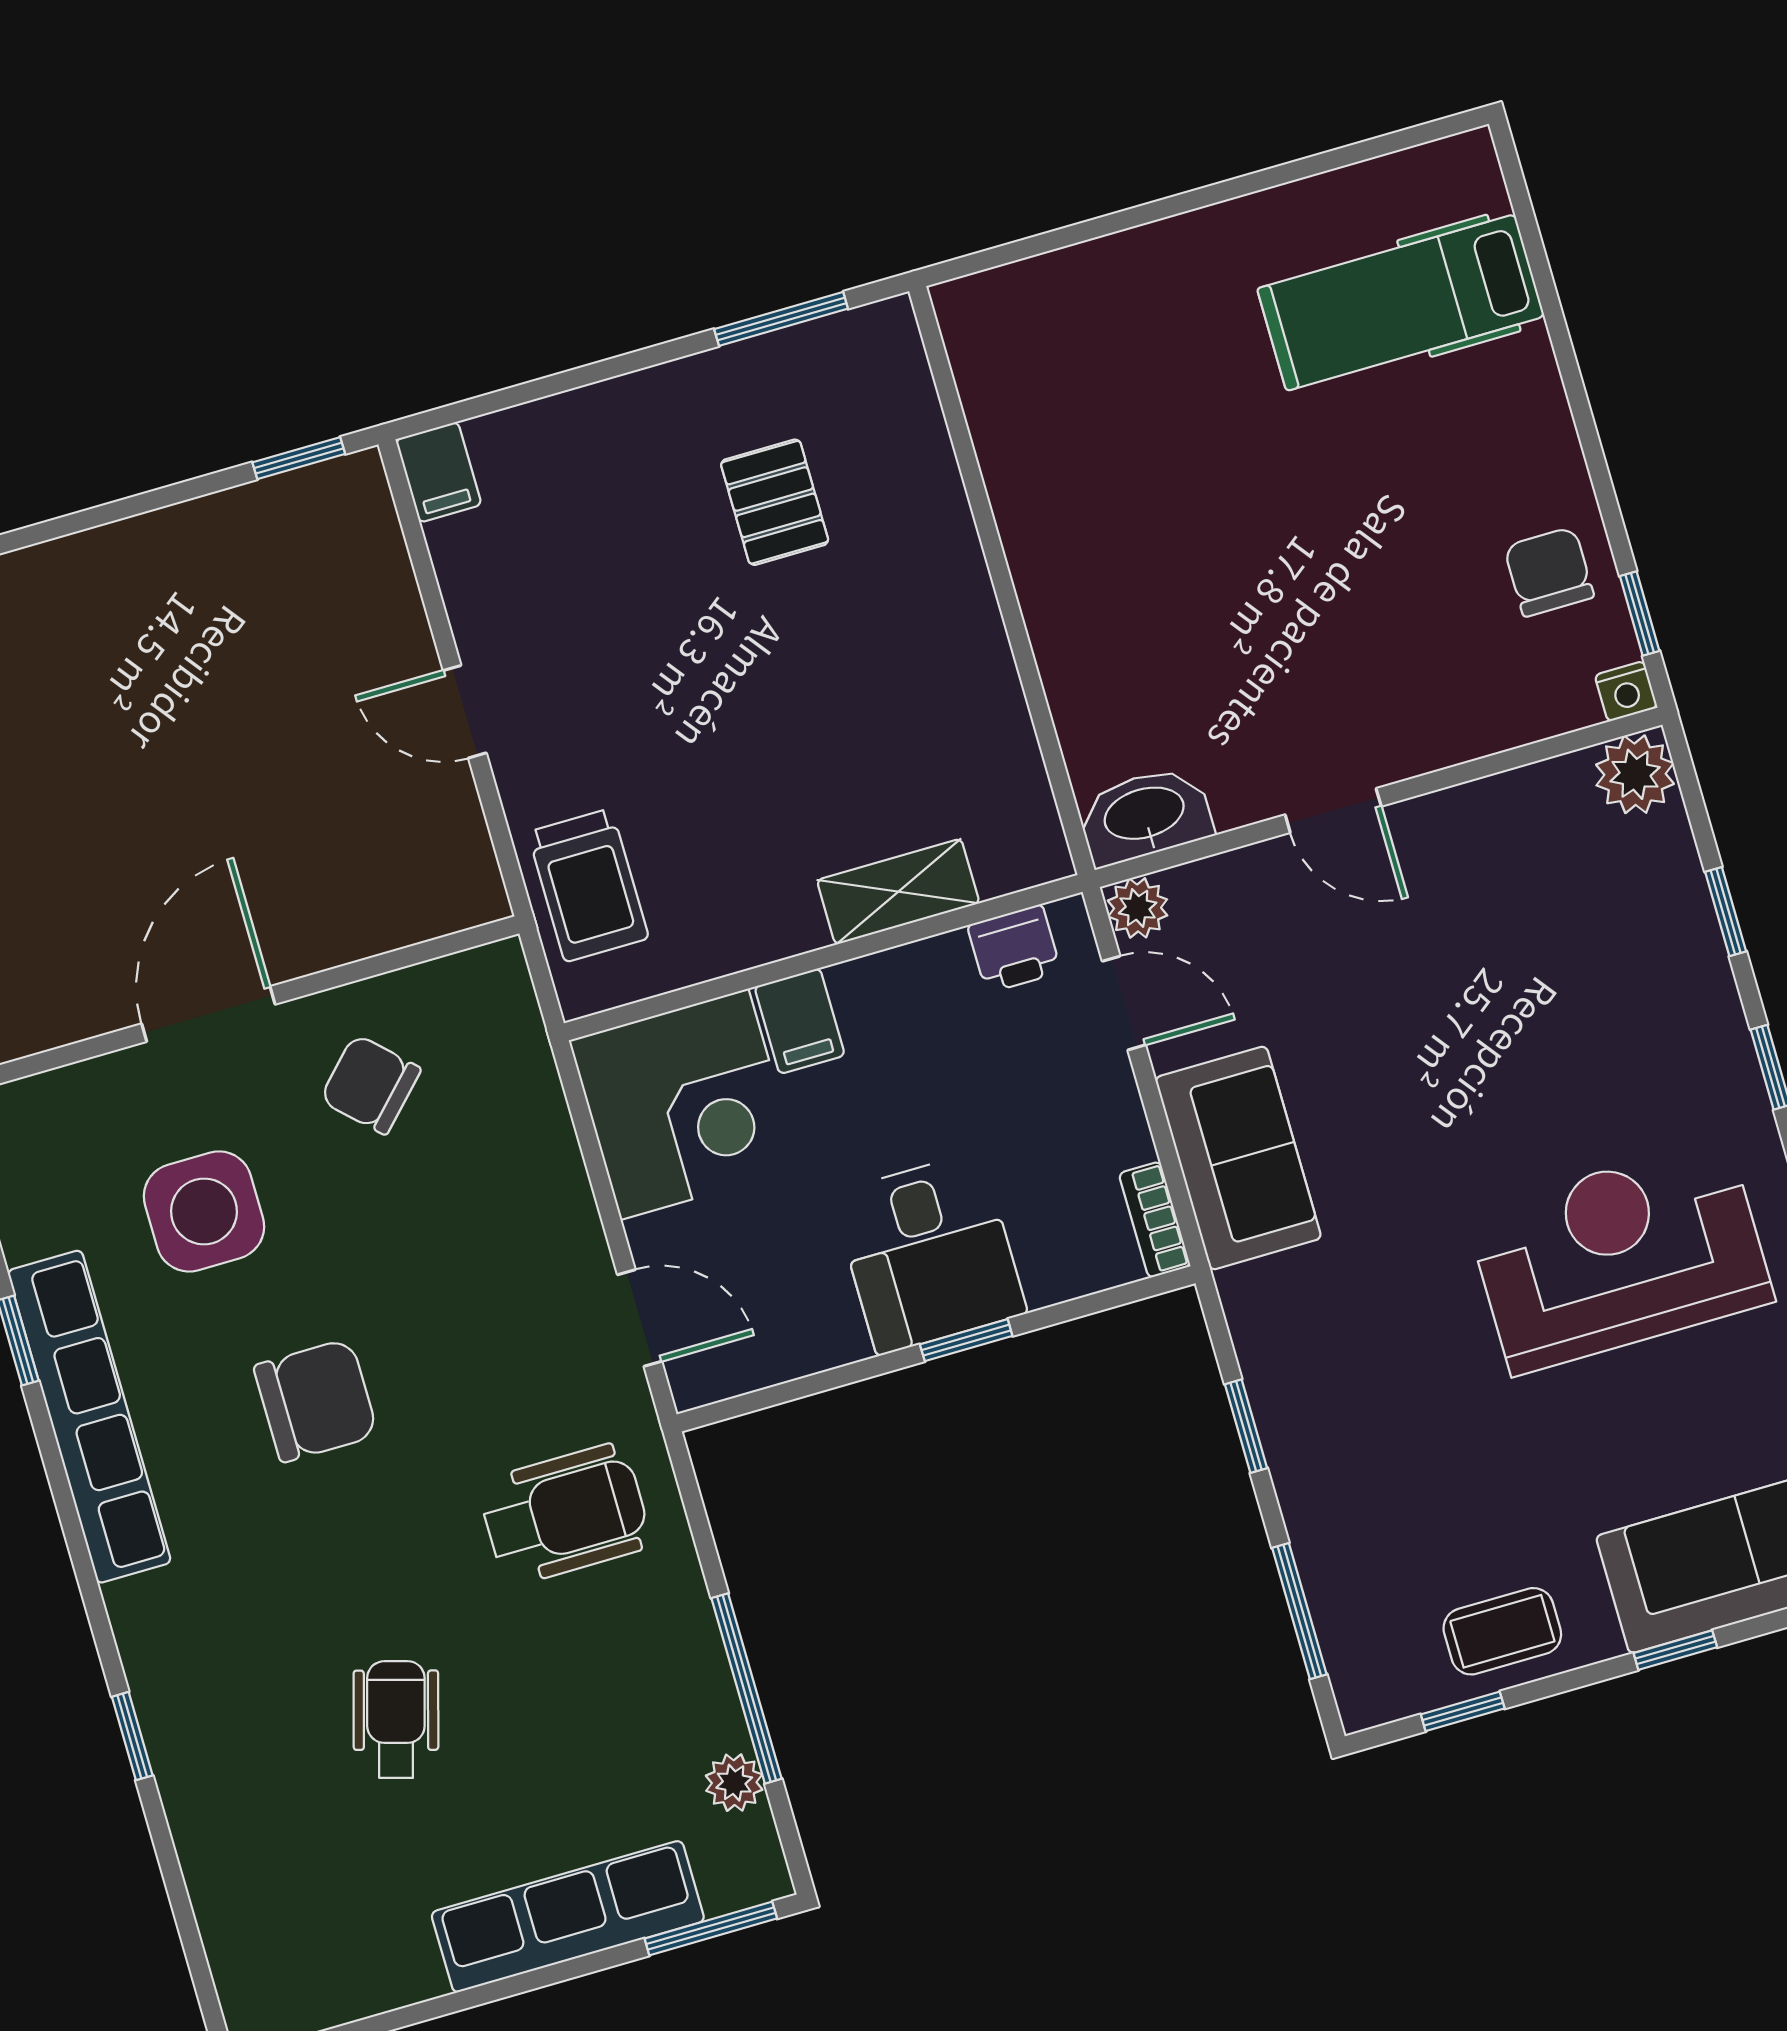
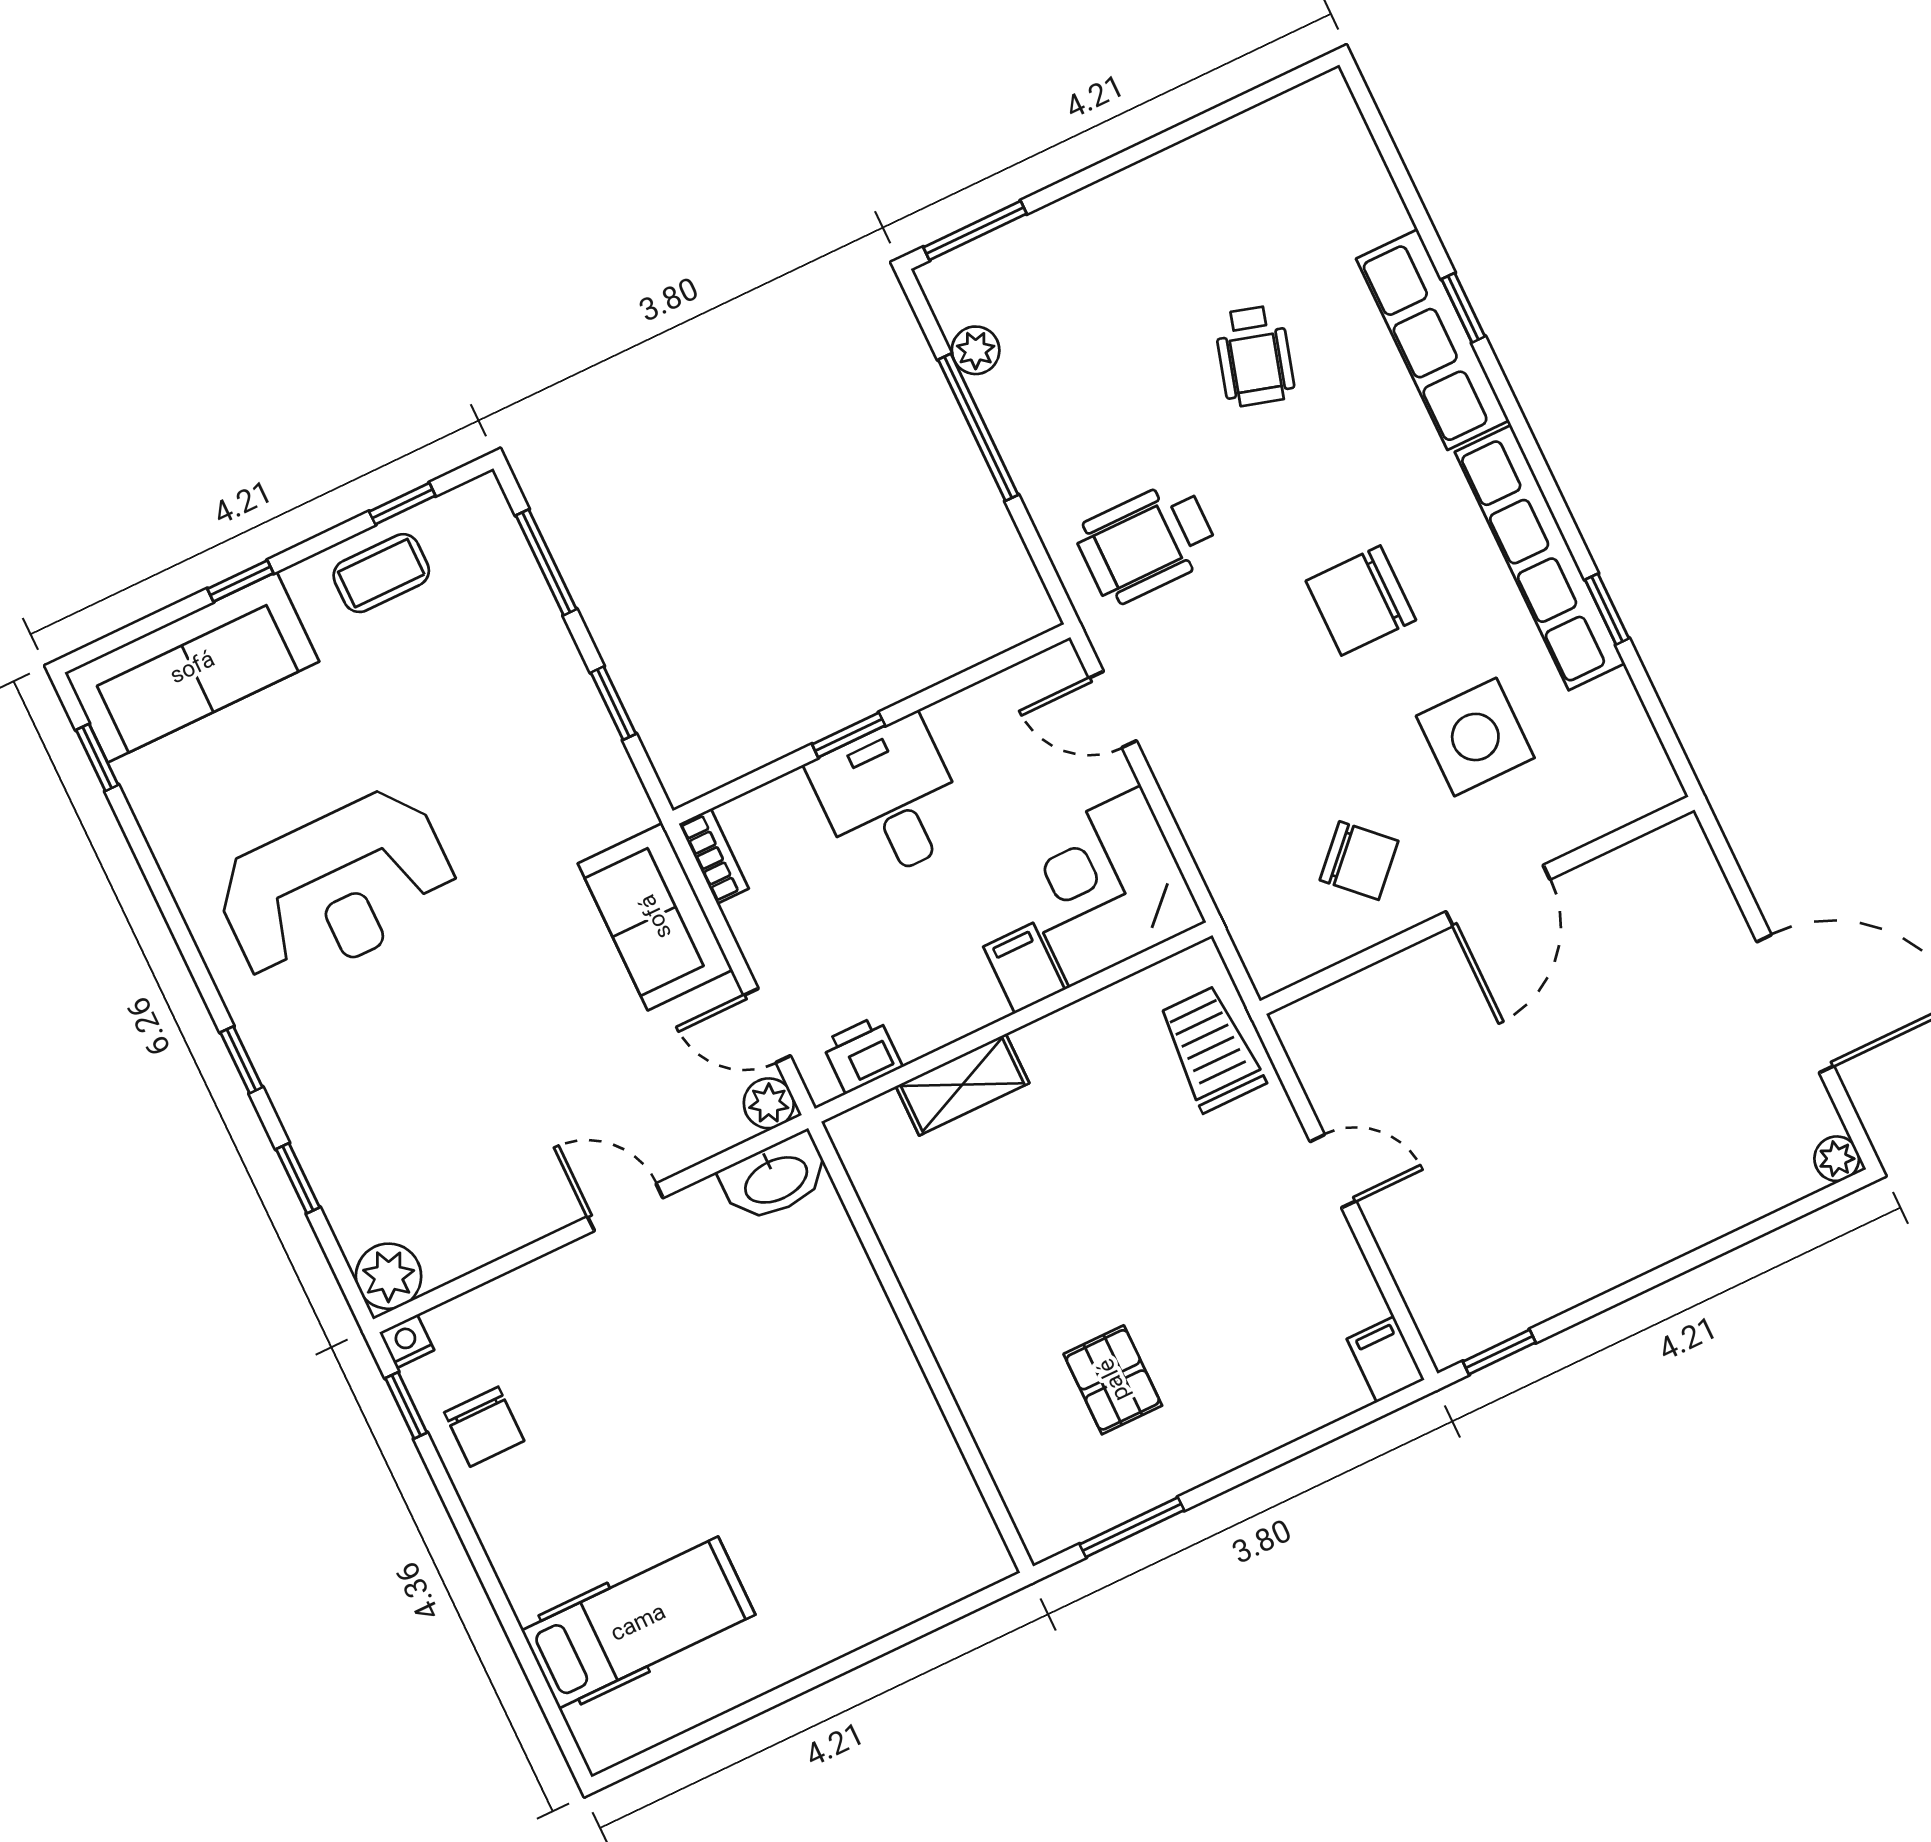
row of seats: (568, 1917) -> (1433, 340), moved, turned 90

